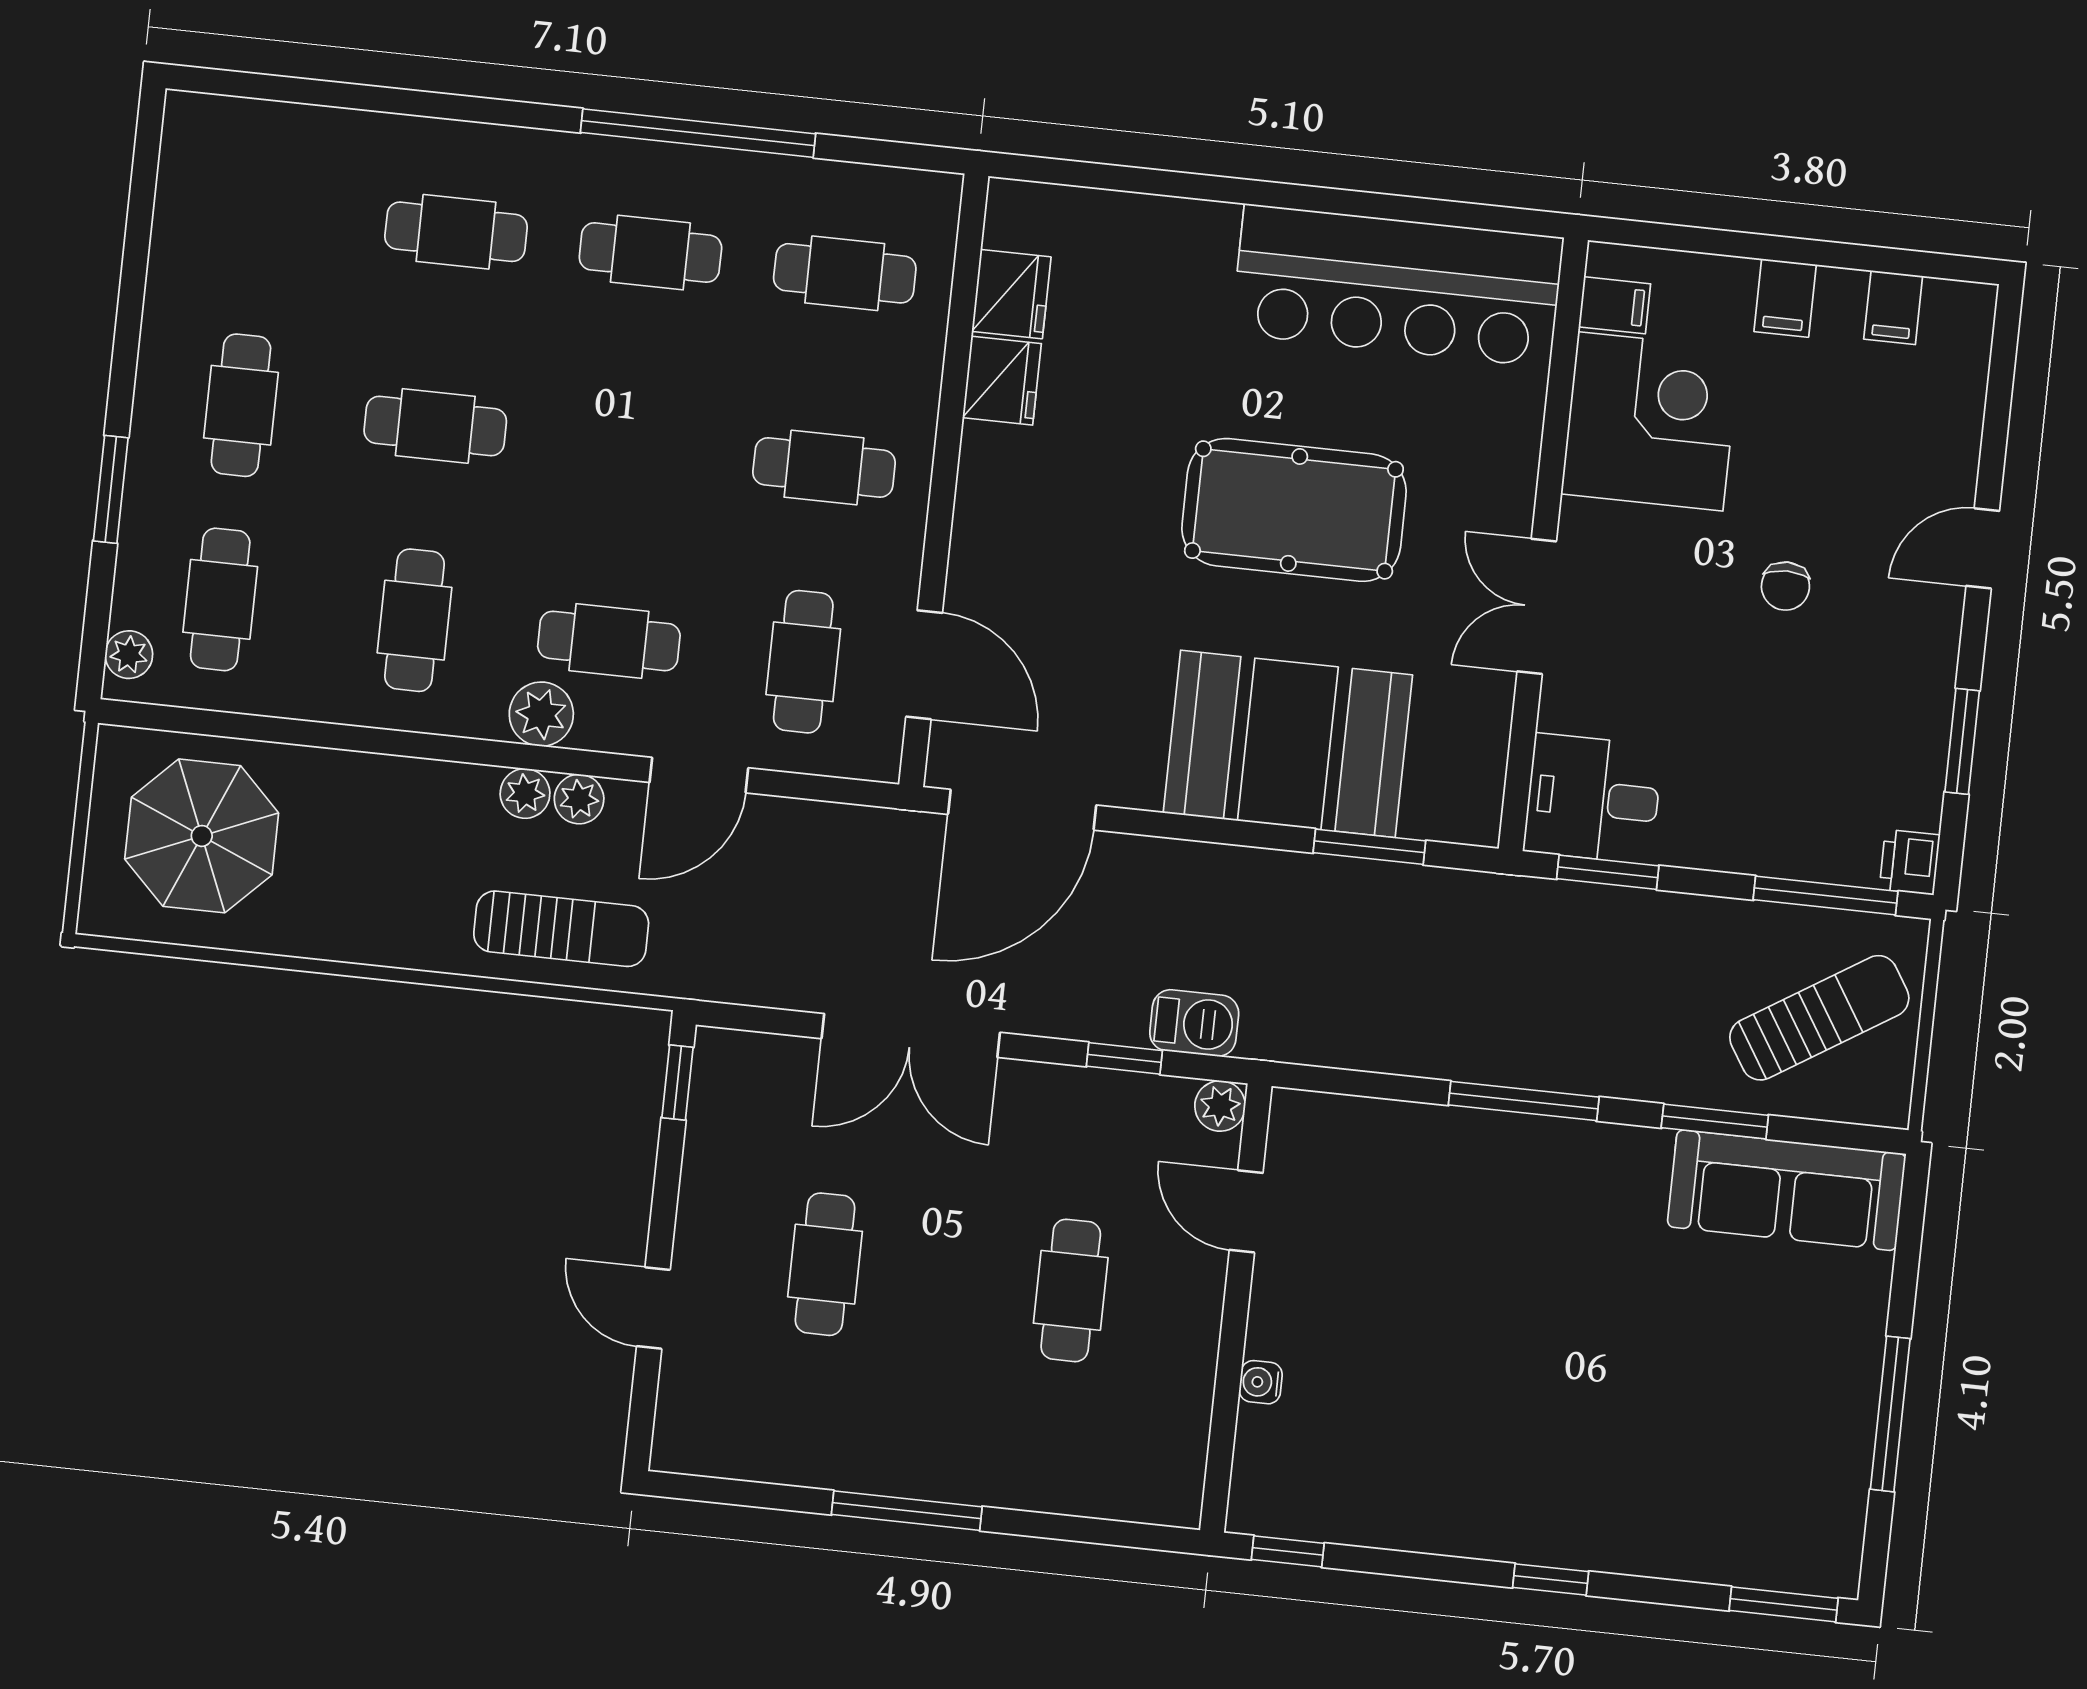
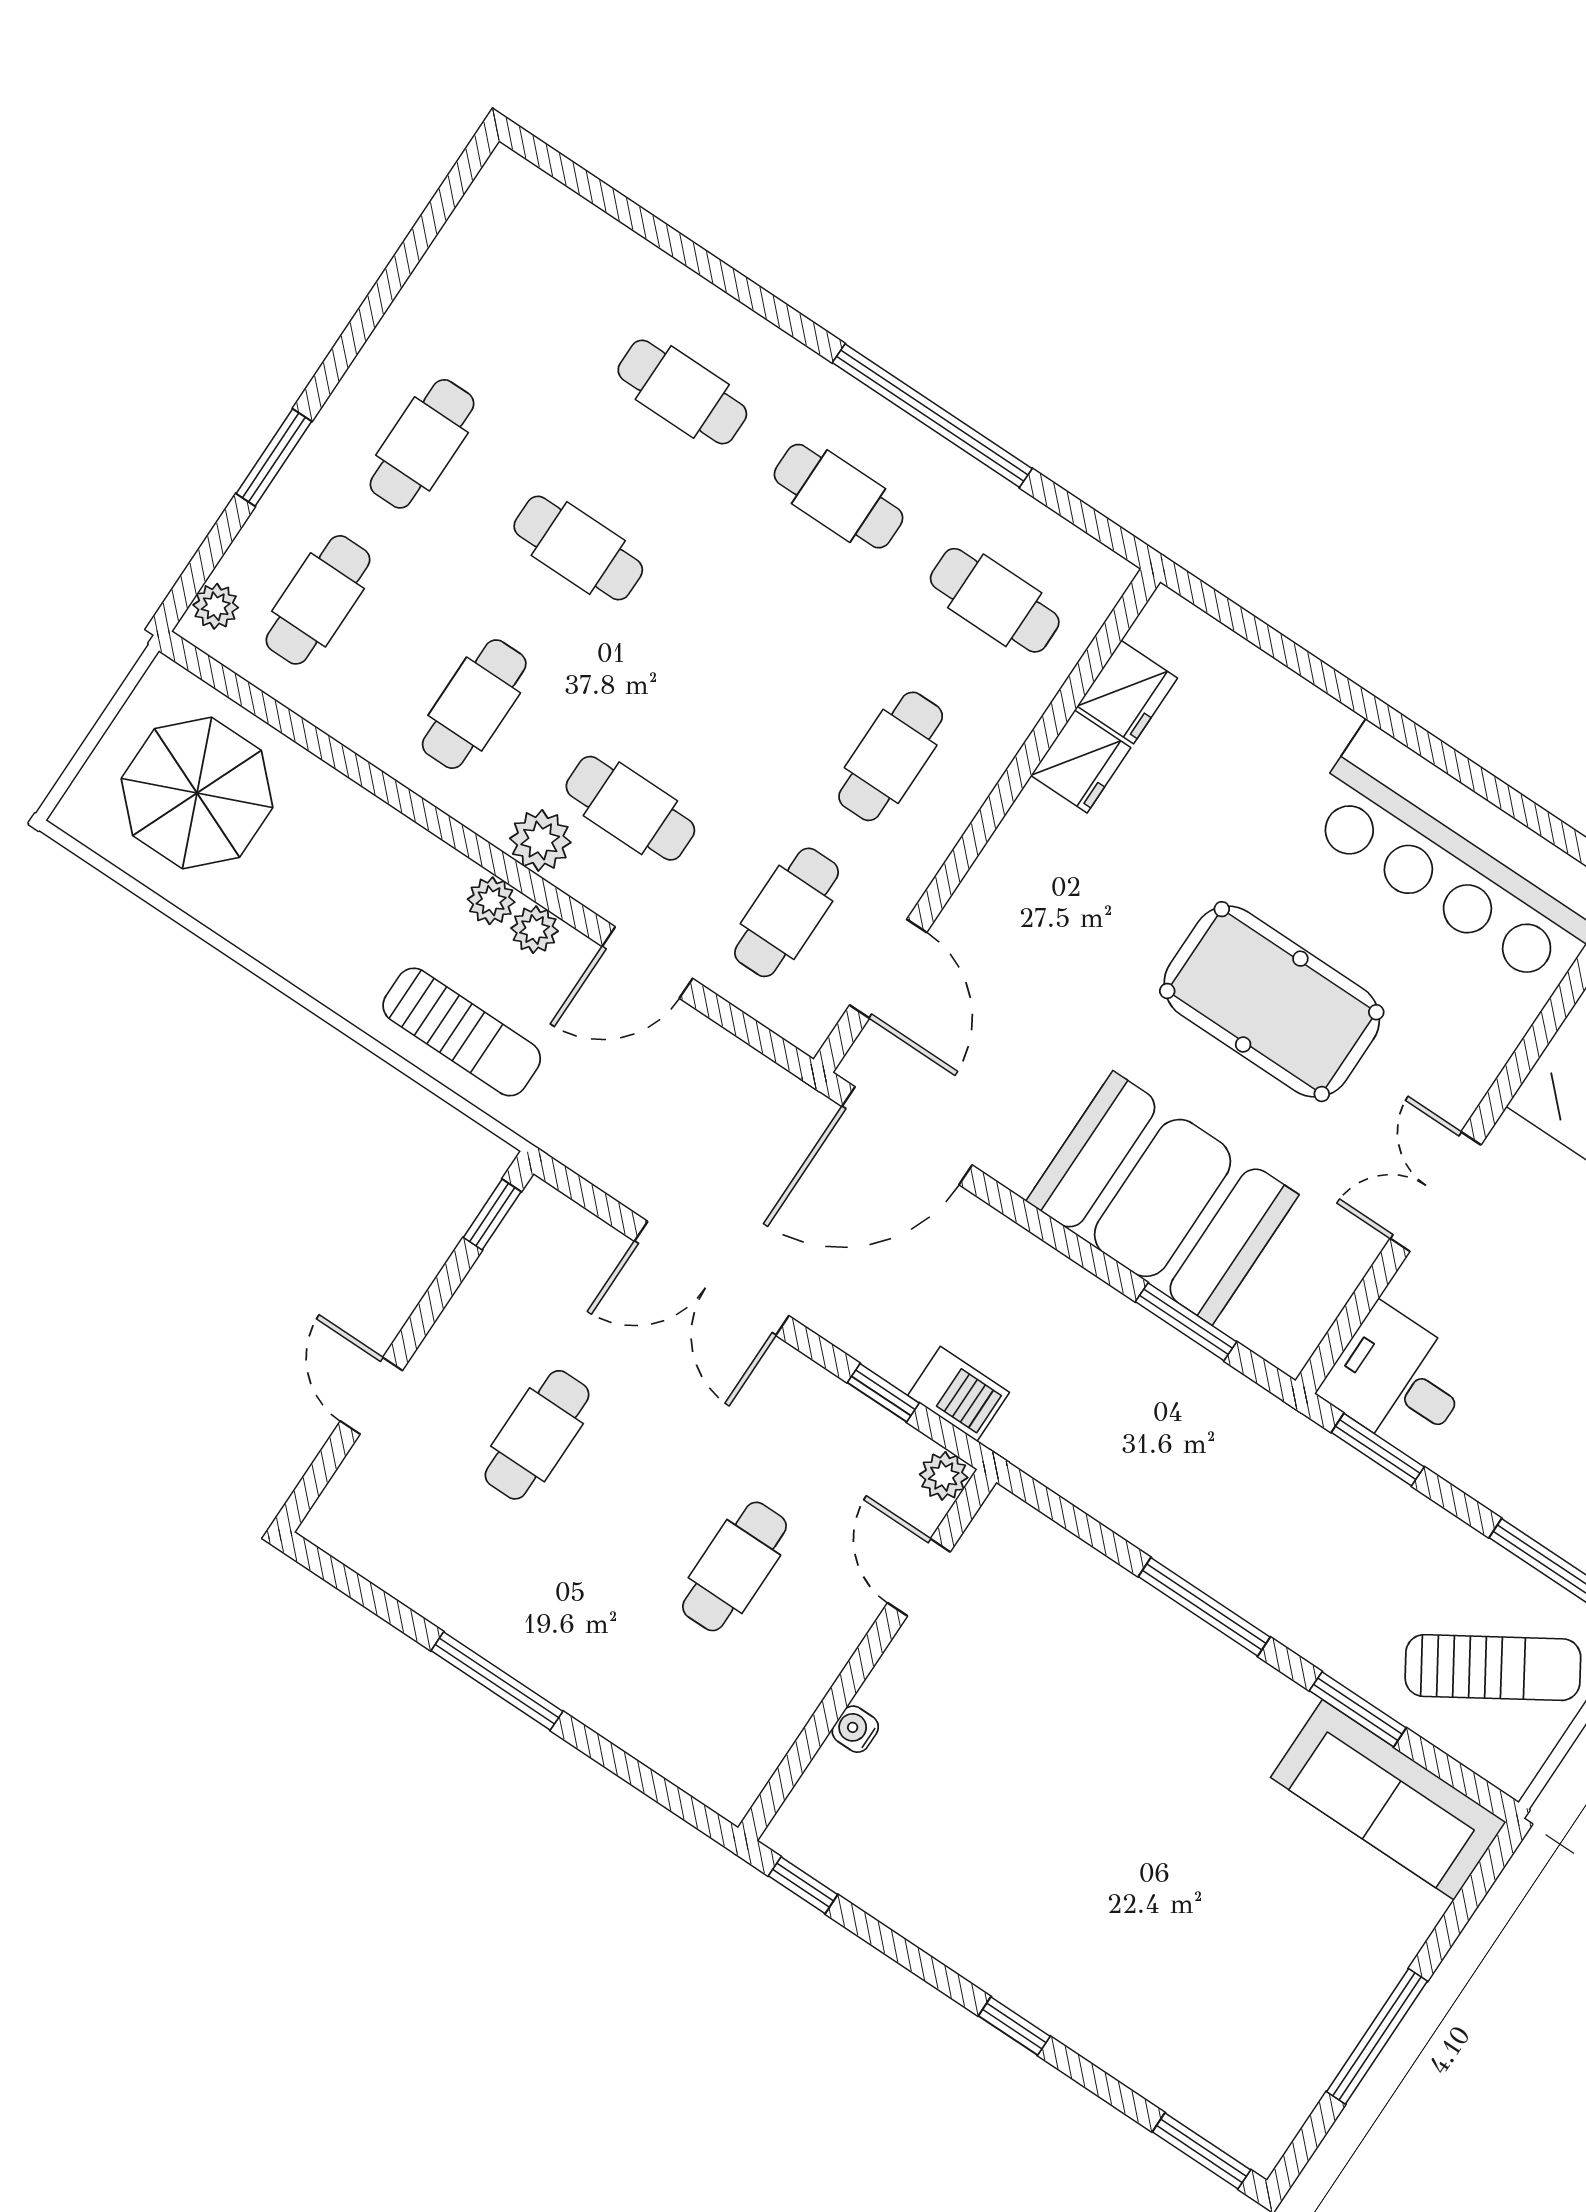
cafe table: (824, 468) -> (891, 756), turned 90

